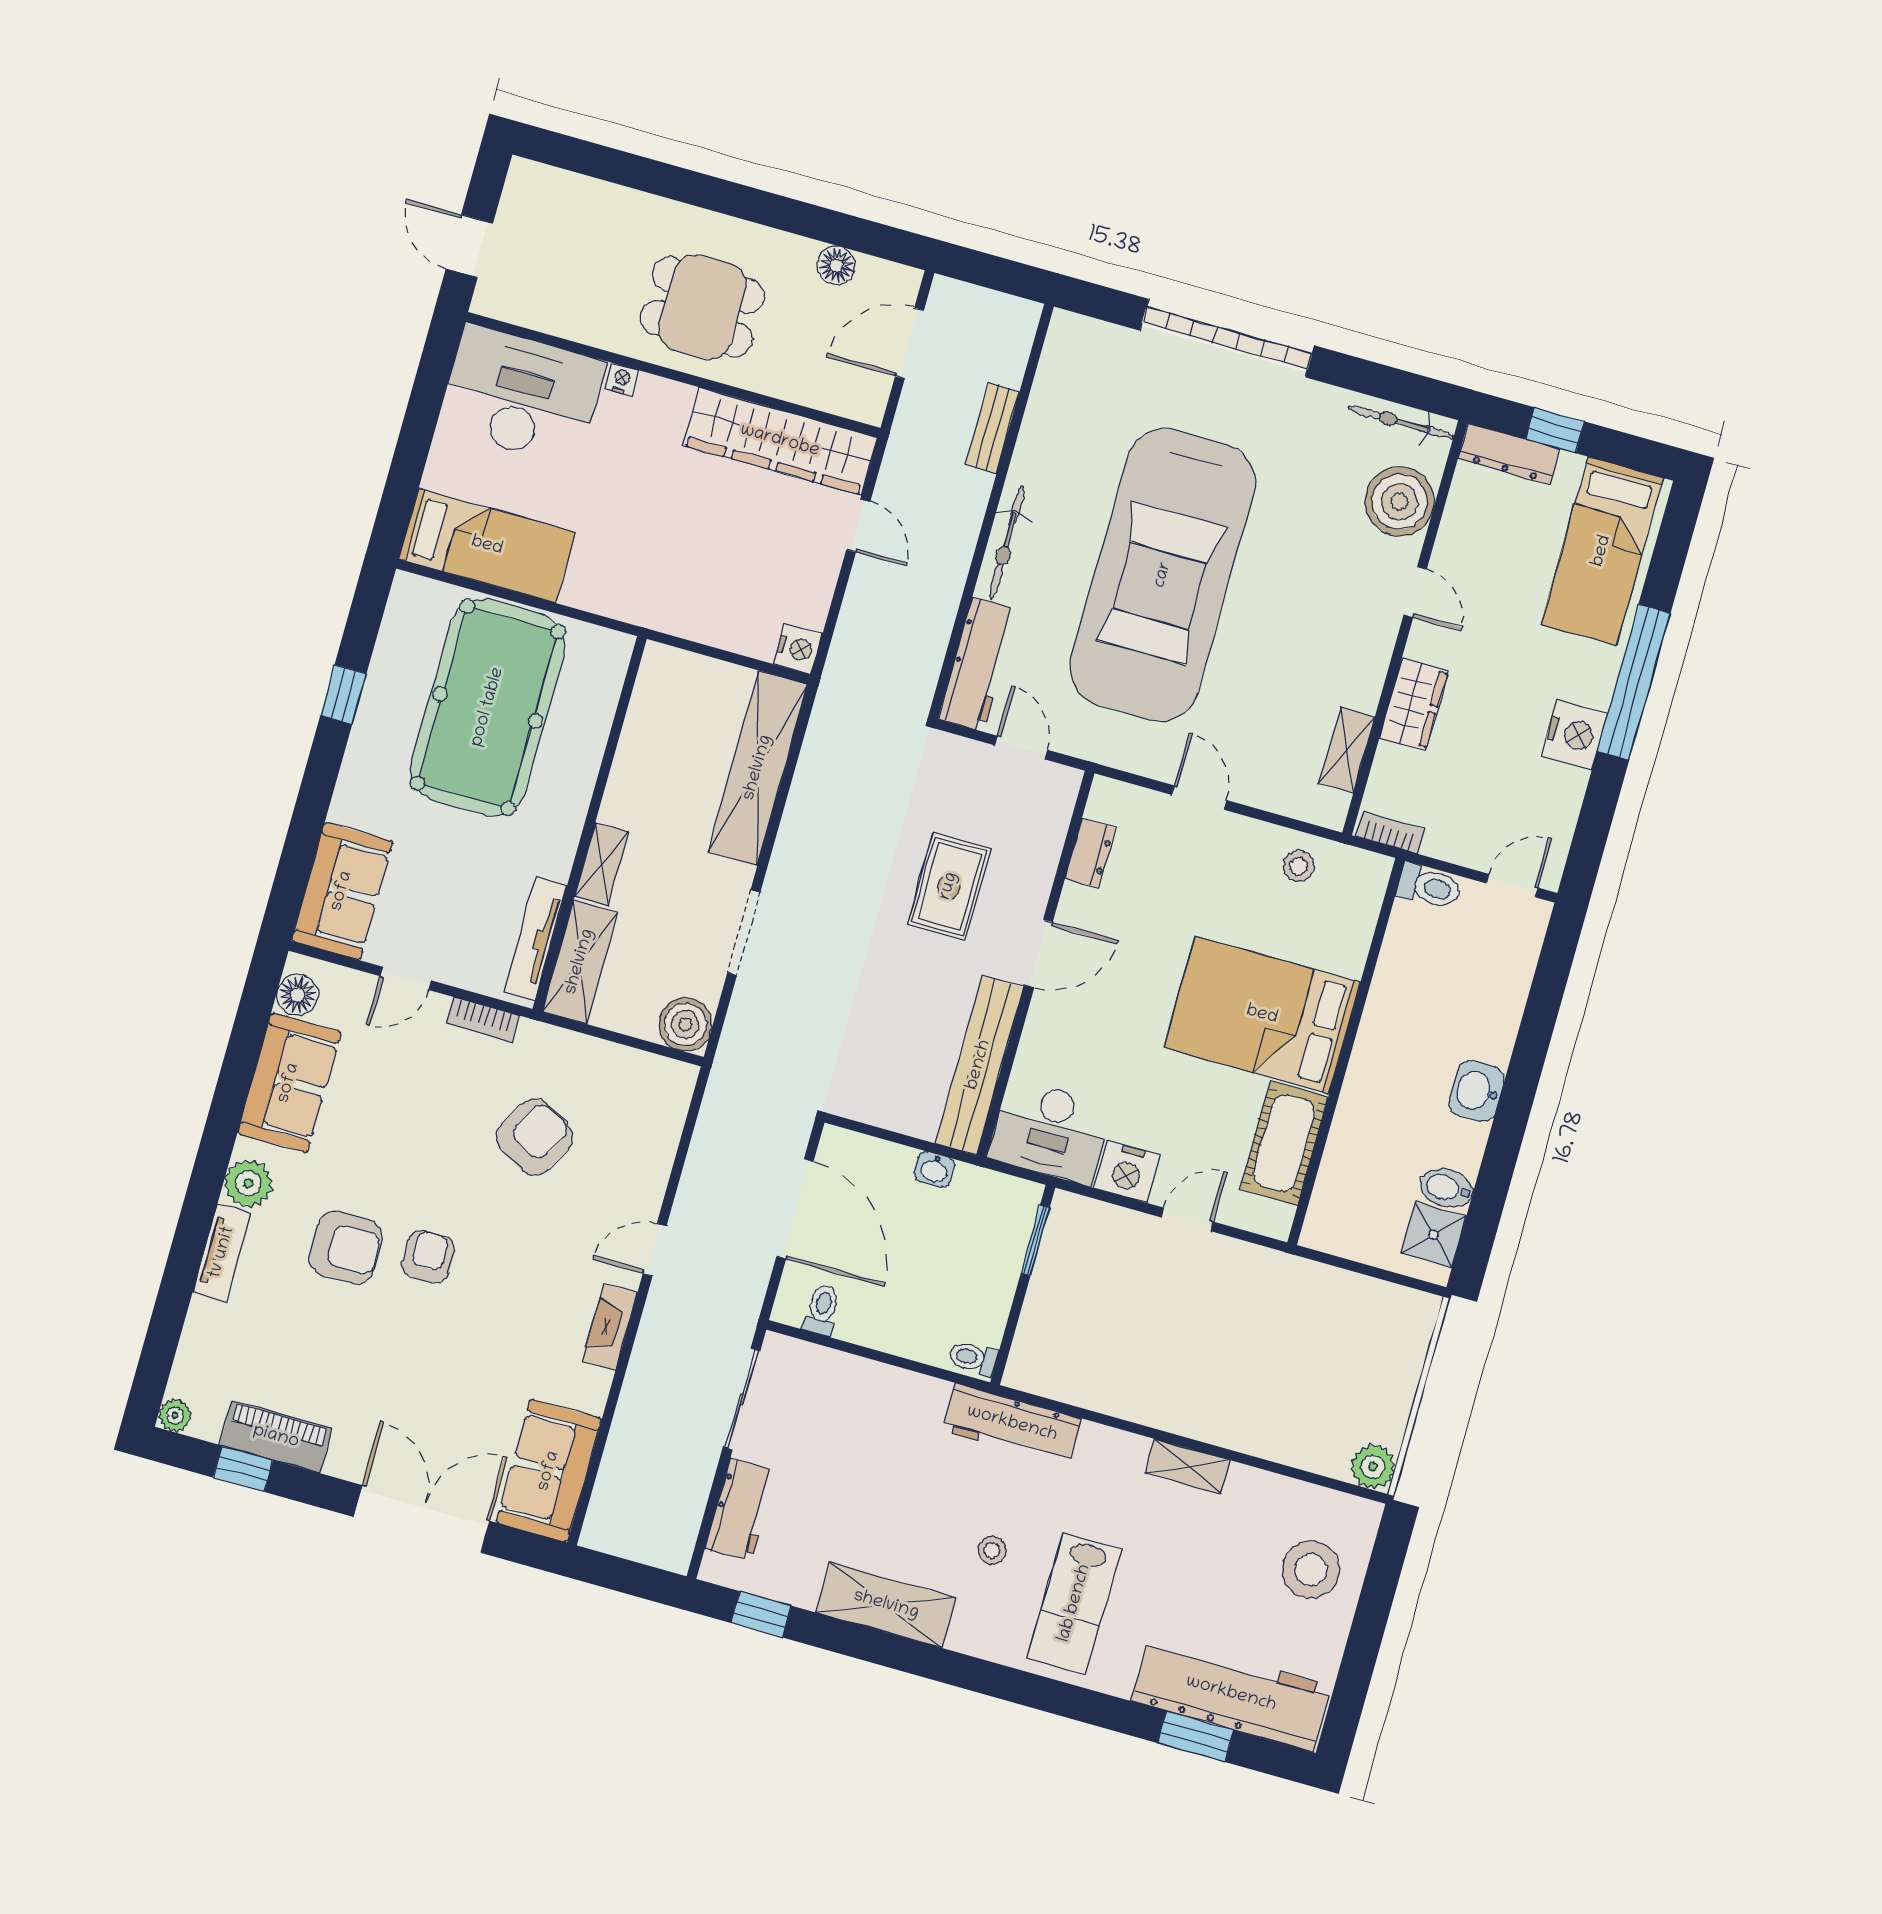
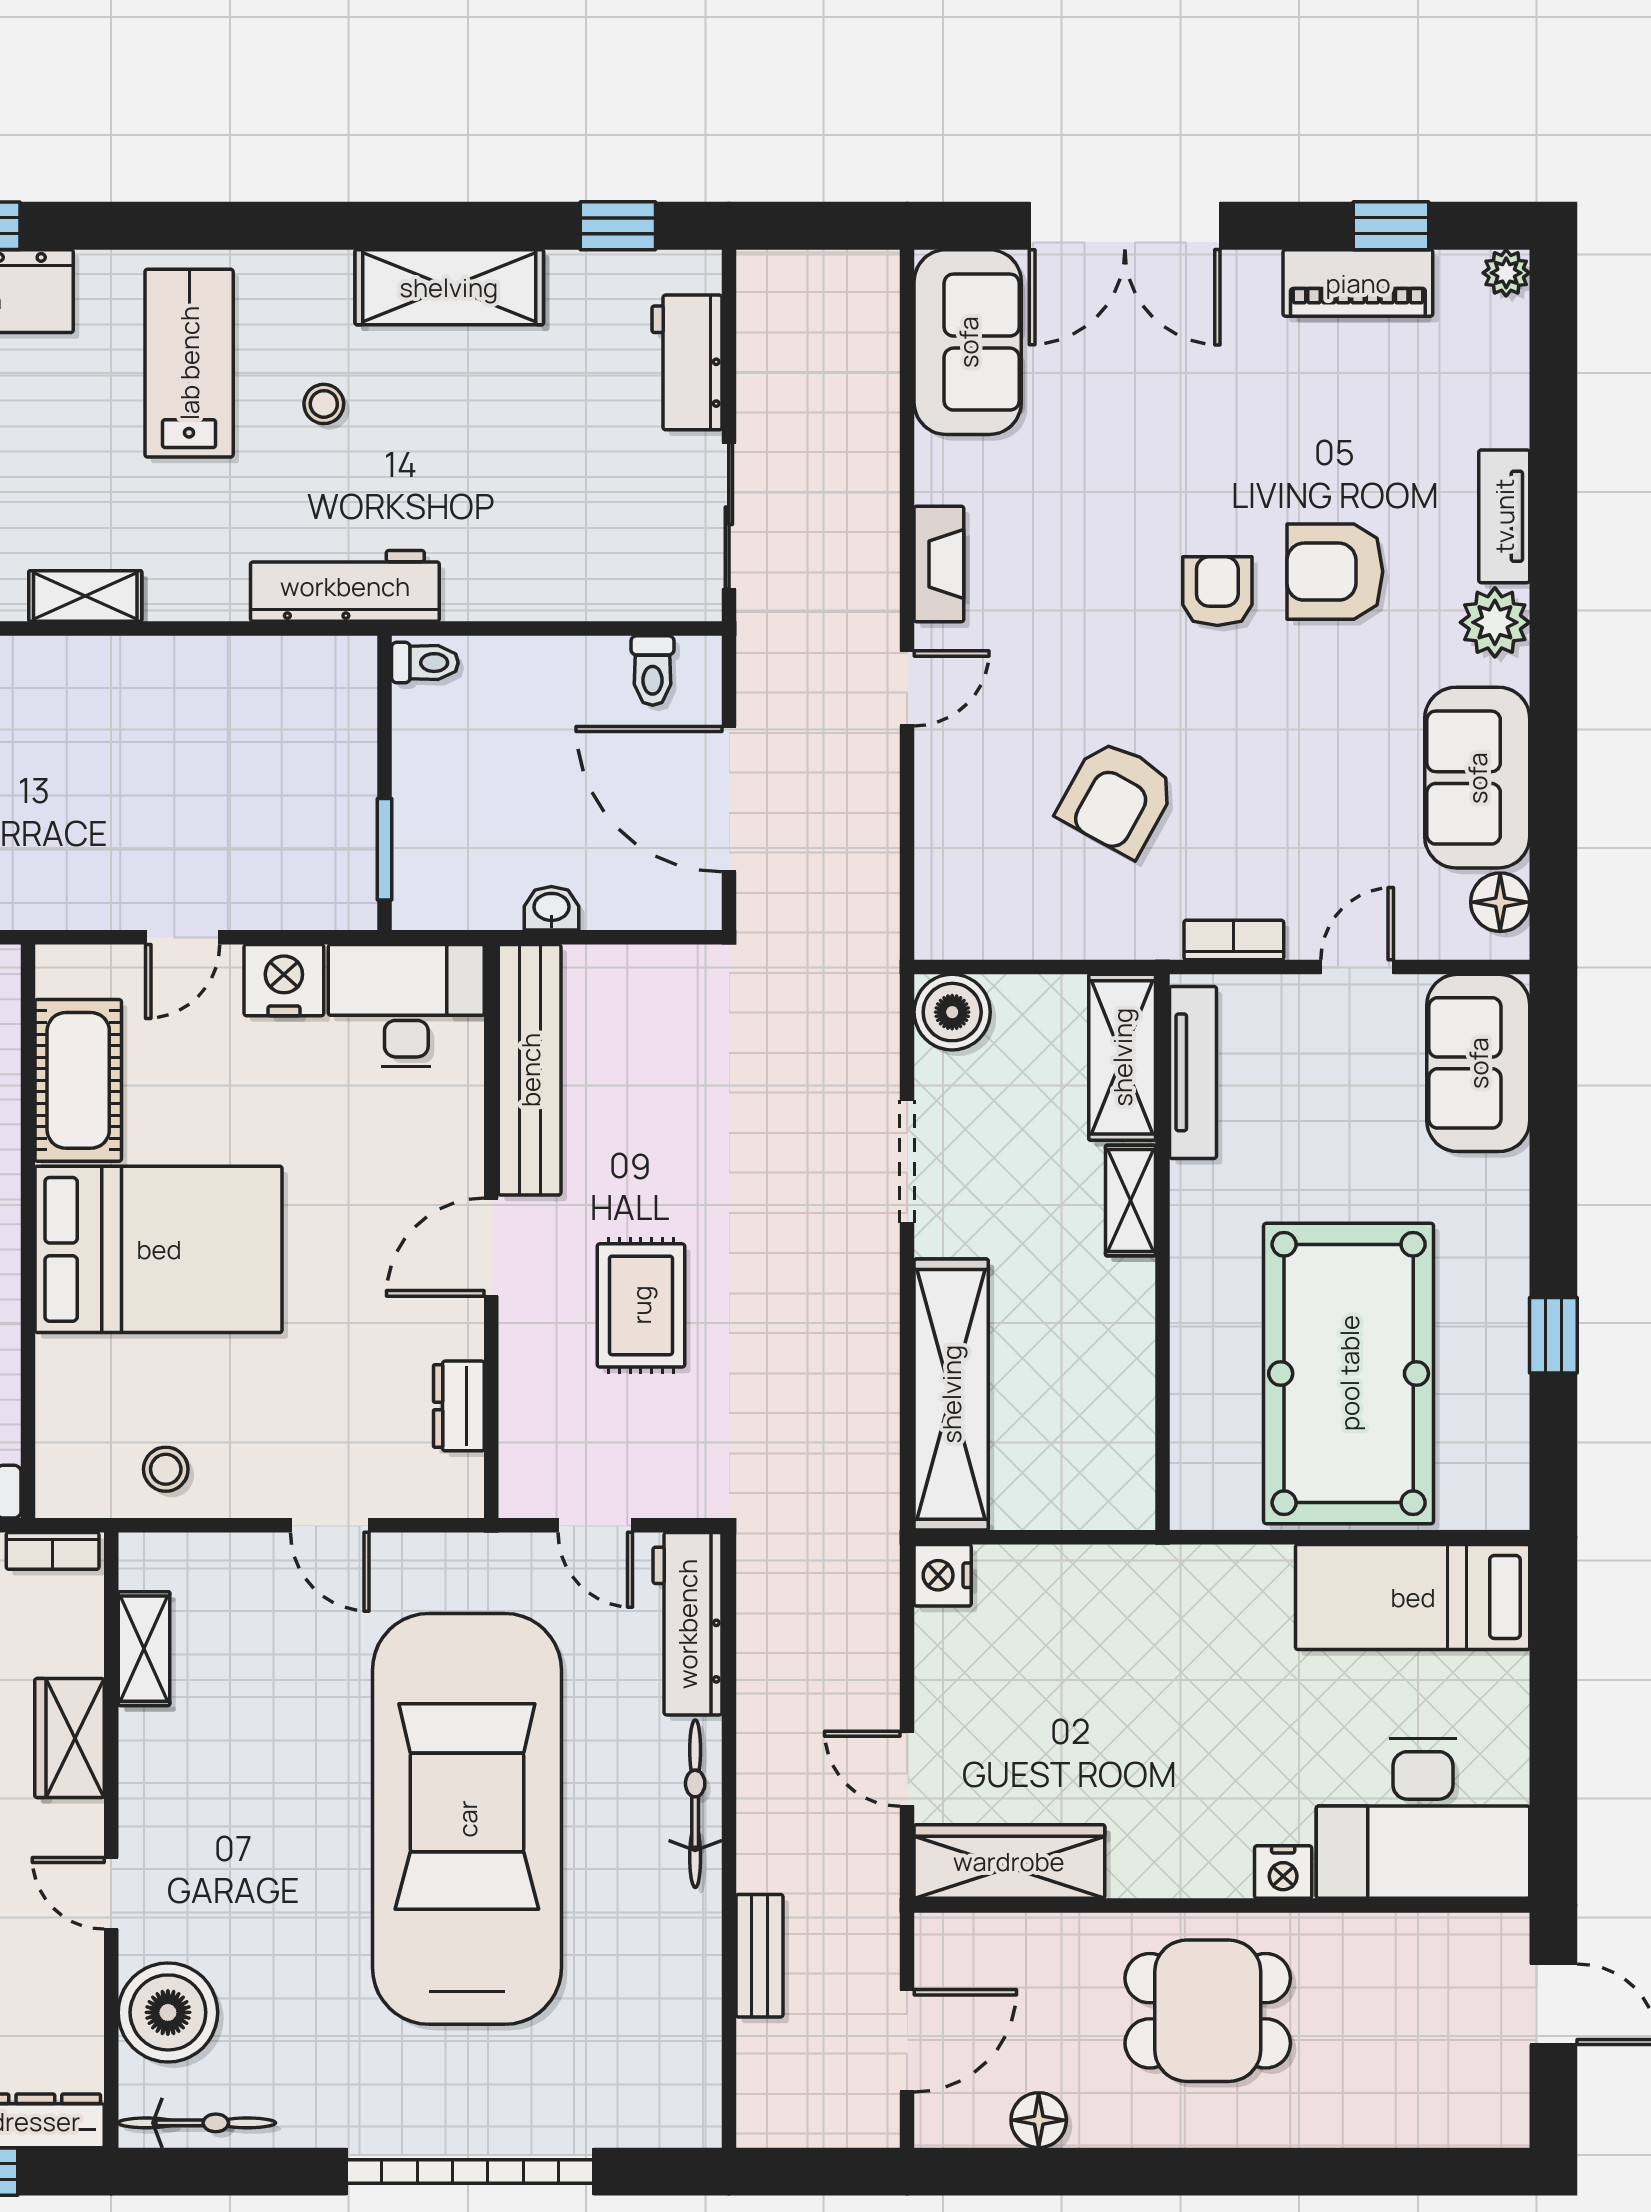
nightstand: (622, 380) -> (1283, 1872), width x1.39, depth x1.35
wardrobe: (780, 441) -> (1009, 1861), width x0.71, depth x0.85
armchair: (428, 1257) -> (1217, 591), turned 180

